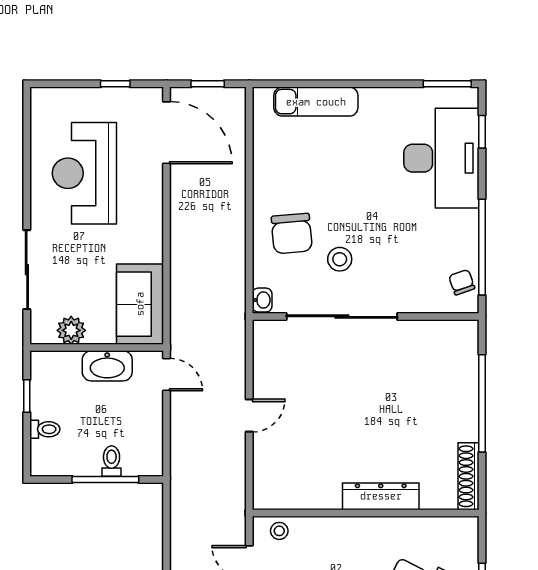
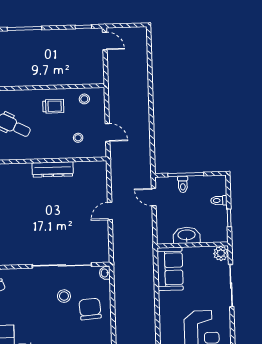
plant: (71, 330) -> (221, 253), moved
door: (166, 375) -> (154, 197), moved
dresser: (381, 496) -> (53, 169), moved
stool: (279, 531) -> (78, 138), moved

